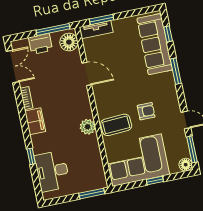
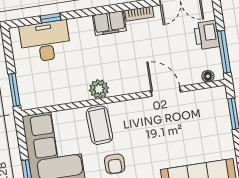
tv unit: (96, 30) -> (221, 106), removed
floor lamp: (69, 42) -> (208, 76), width x0.53, depth x0.53
door: (87, 74) -> (166, 91), swing flipped
window: (31, 156) -> (51, 18), moved

